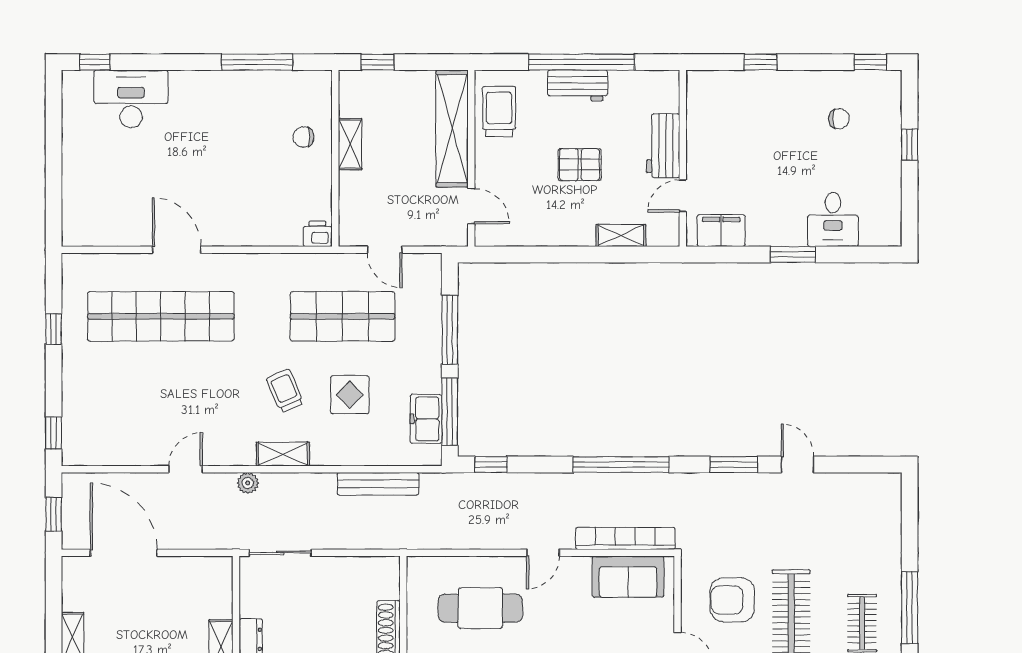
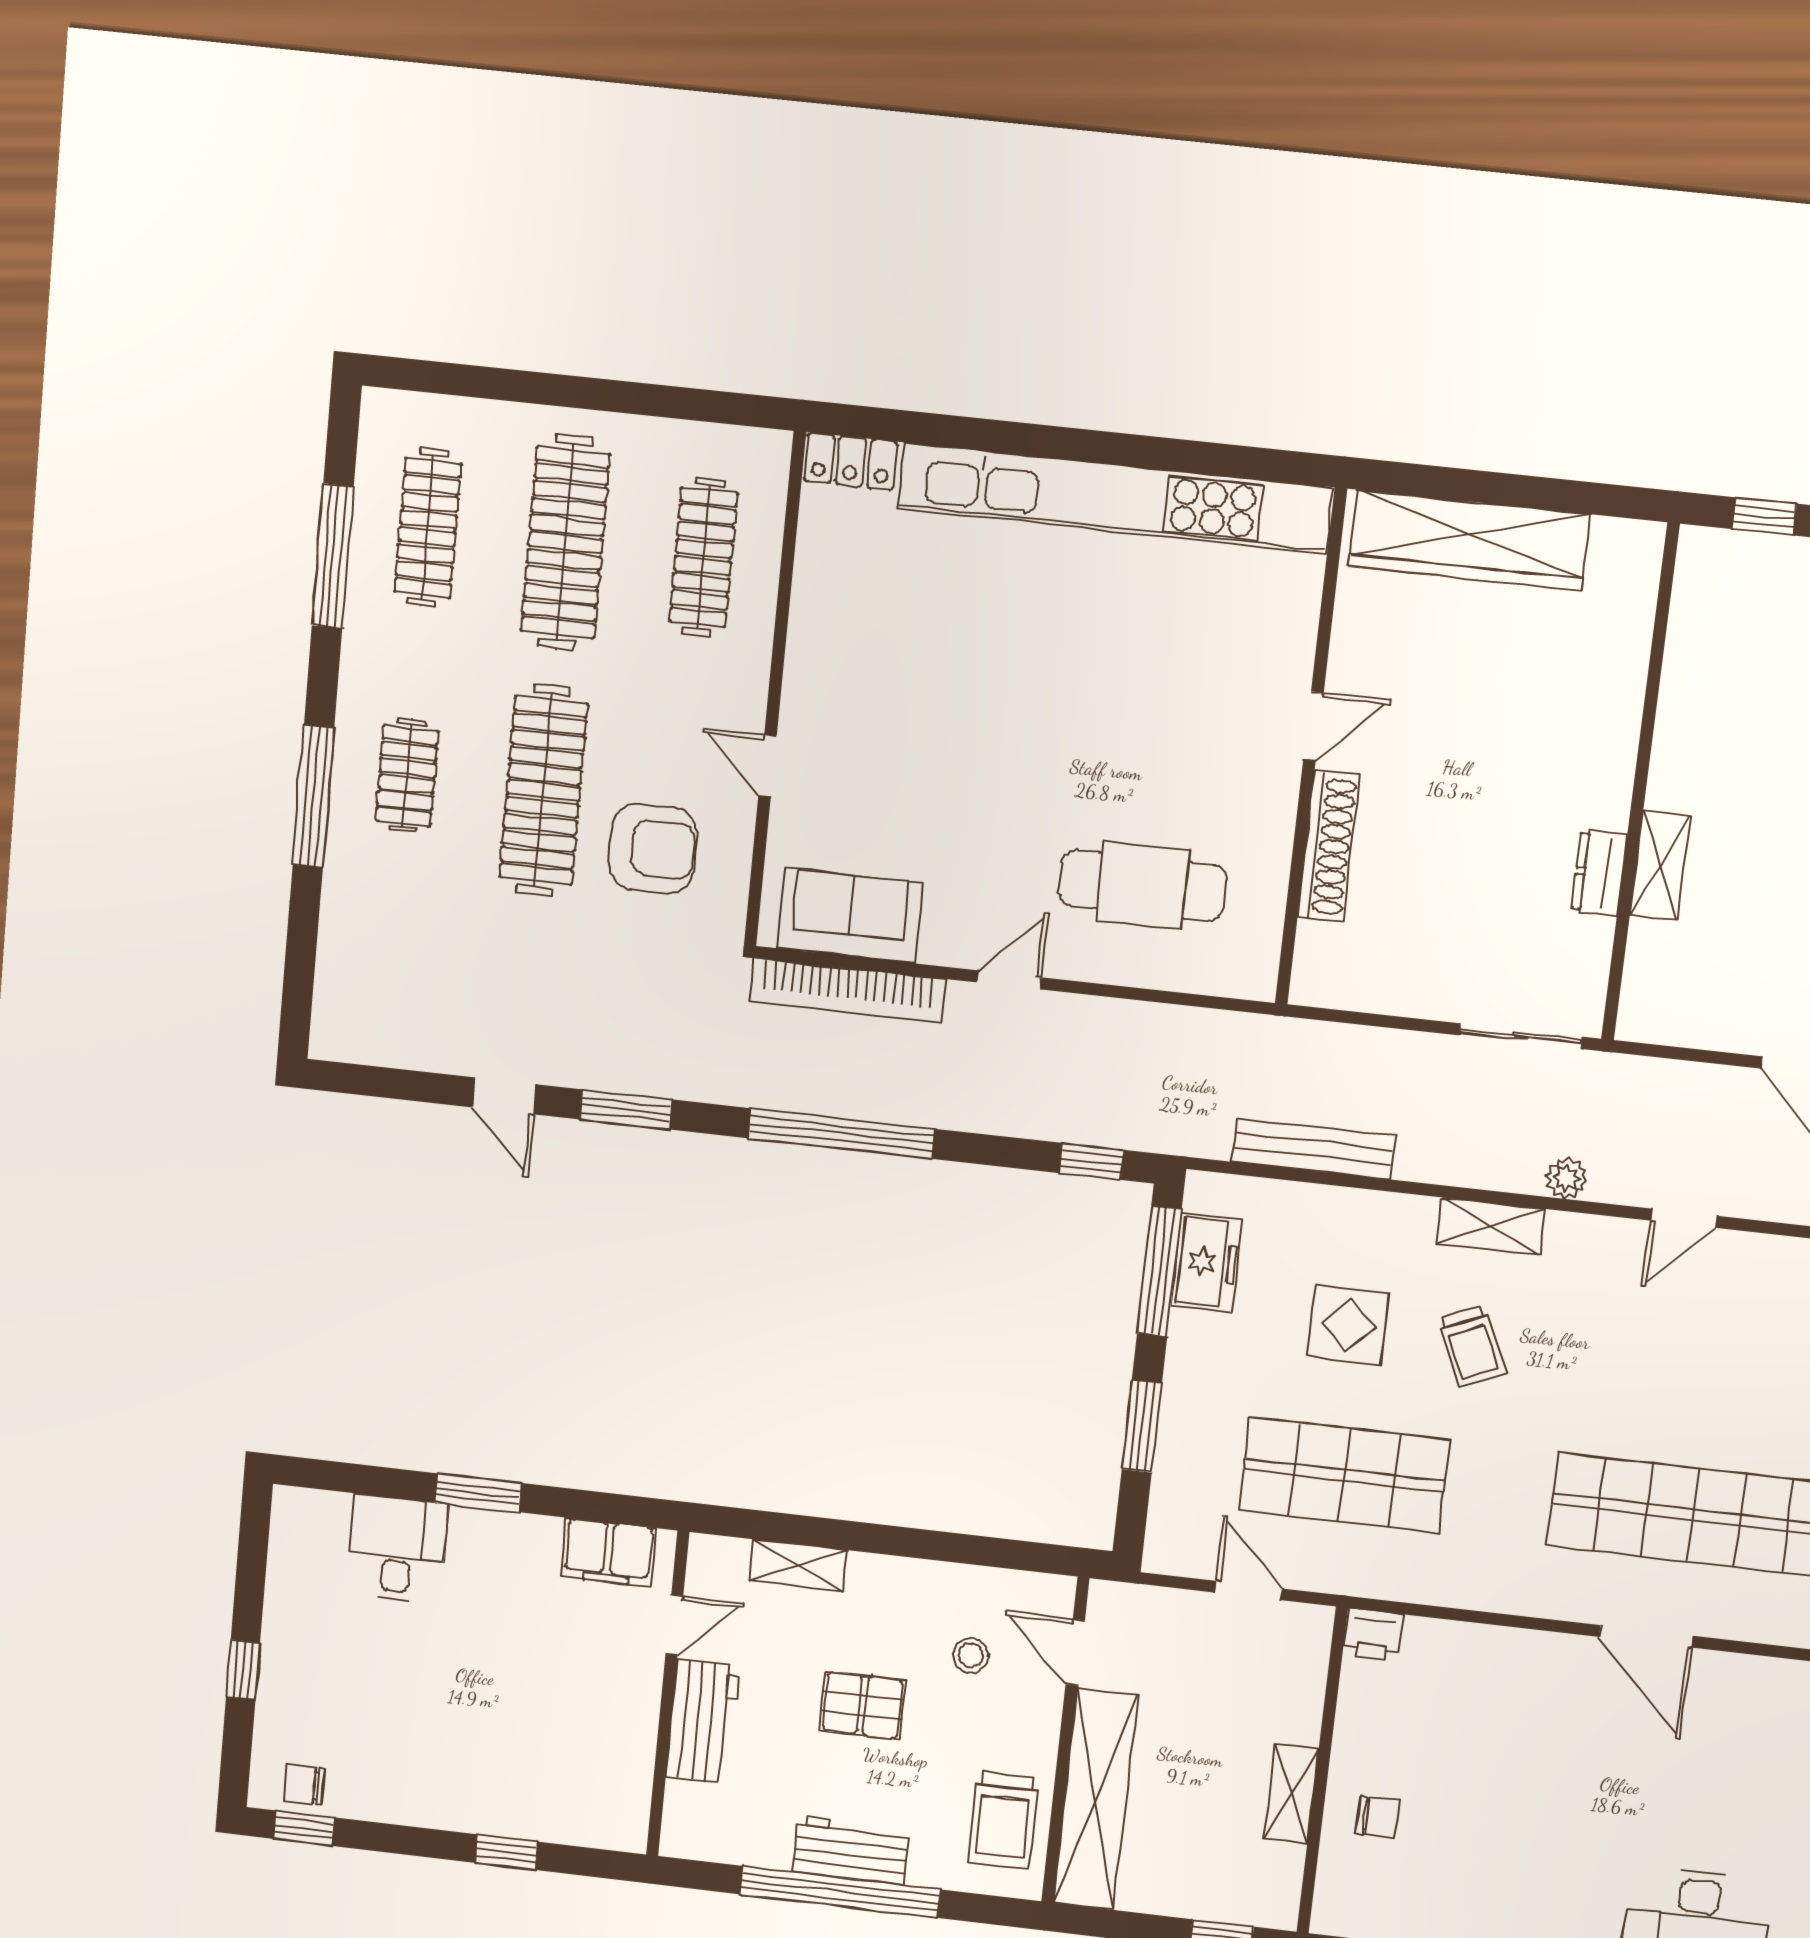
chair: (839, 119) -> (304, 1785), moved
stool: (526, 198) -> (971, 1655), added
window: (450, 330) -> (1142, 1426), width x0.69

